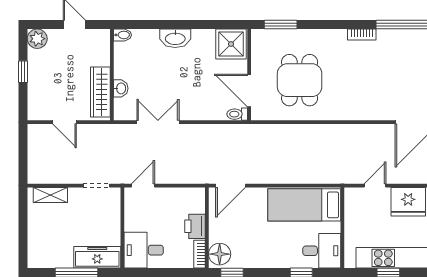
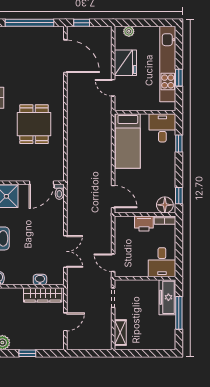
dining table: (300, 80) -> (34, 124), moved, turned 90
double door: (158, 122) -> (65, 251), swing flipped

